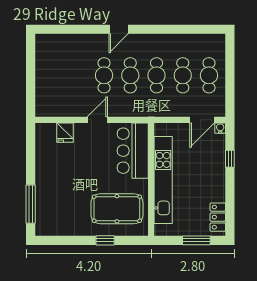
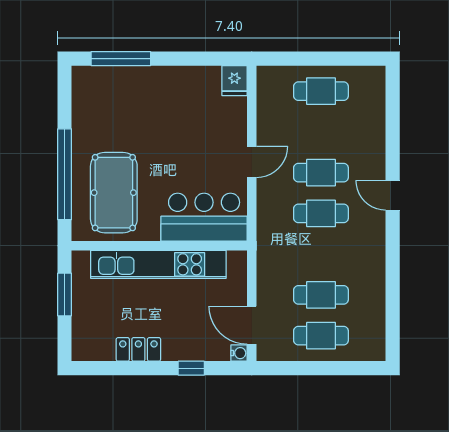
cafe table: (157, 75) -> (321, 91), moved
door: (97, 120) -> (252, 162), hinge flipped
fridge: (65, 133) -> (234, 81), moved, turned -90
locker: (218, 217) -> (138, 349), moved
window: (105, 240) -> (65, 174), width x3.17
window: (196, 240) -> (65, 294), moved

